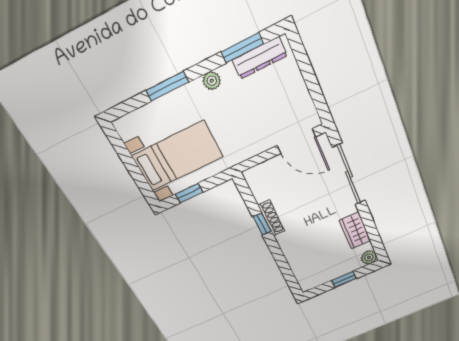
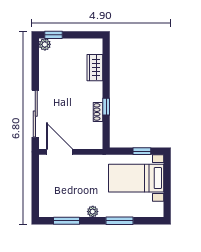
dresser: (260, 58) -> (59, 211), removed
shoe rack: (271, 218) -> (98, 112), width x0.70
wardrobe: (355, 231) -> (95, 68), moved, turned 180
window: (344, 280) -> (53, 35), moved

